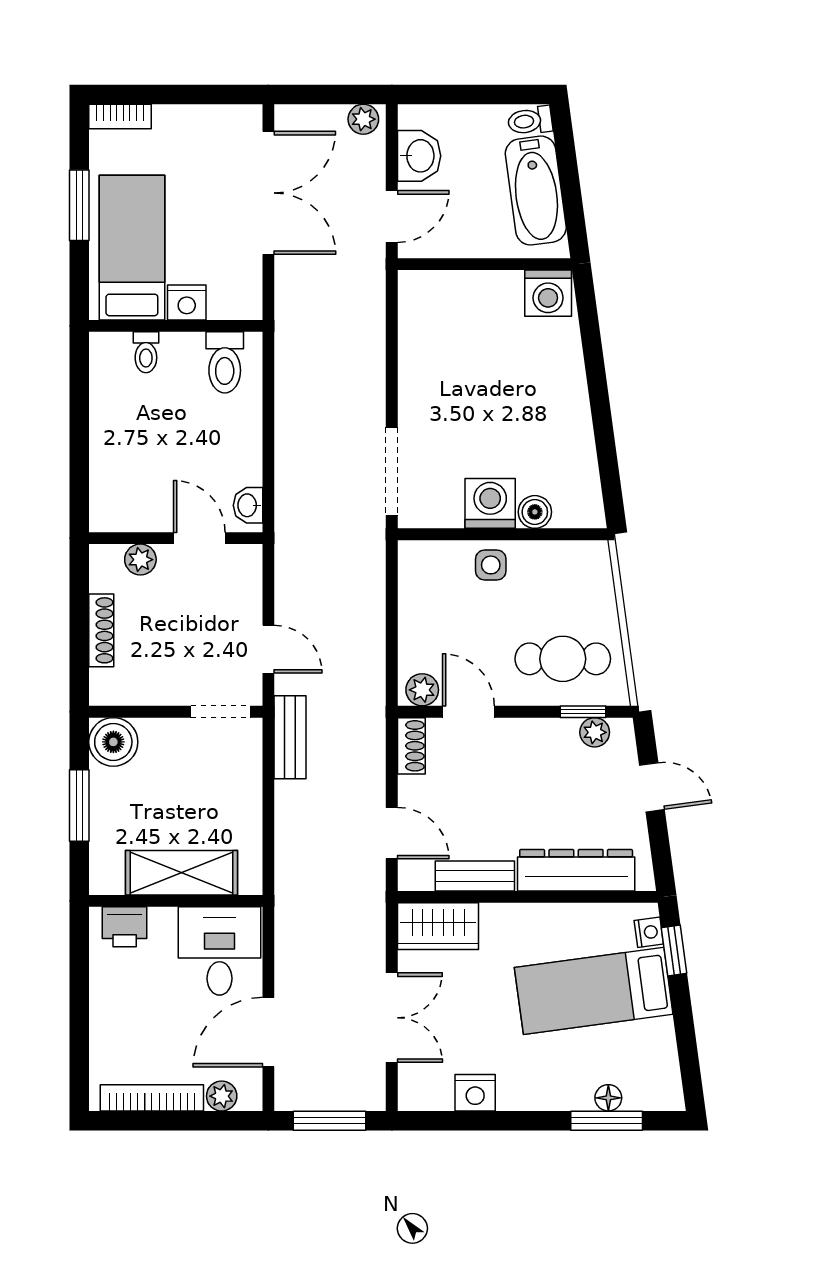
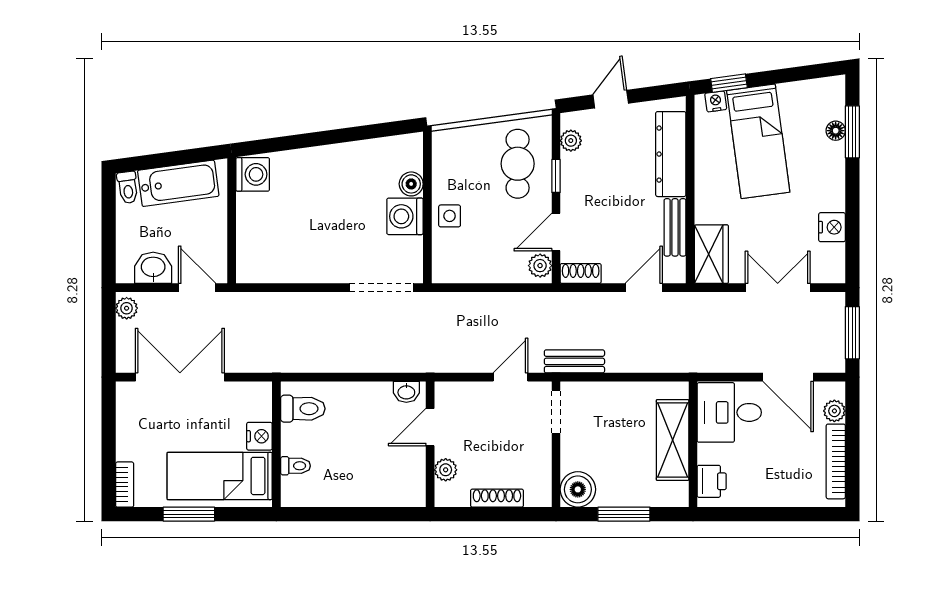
window: (583, 712) -> (556, 176), moved

